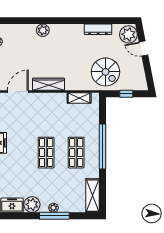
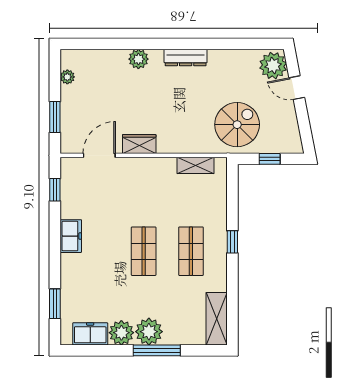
dresser: (98, 29) -> (186, 58), moved
spiral stairs: (106, 72) -> (237, 125), turned -90
wardrobe: (49, 84) -> (139, 144), width x0.67
window: (103, 147) -> (232, 242), width x0.32
plant: (53, 208) -> (149, 332), width x1.87, depth x1.87

